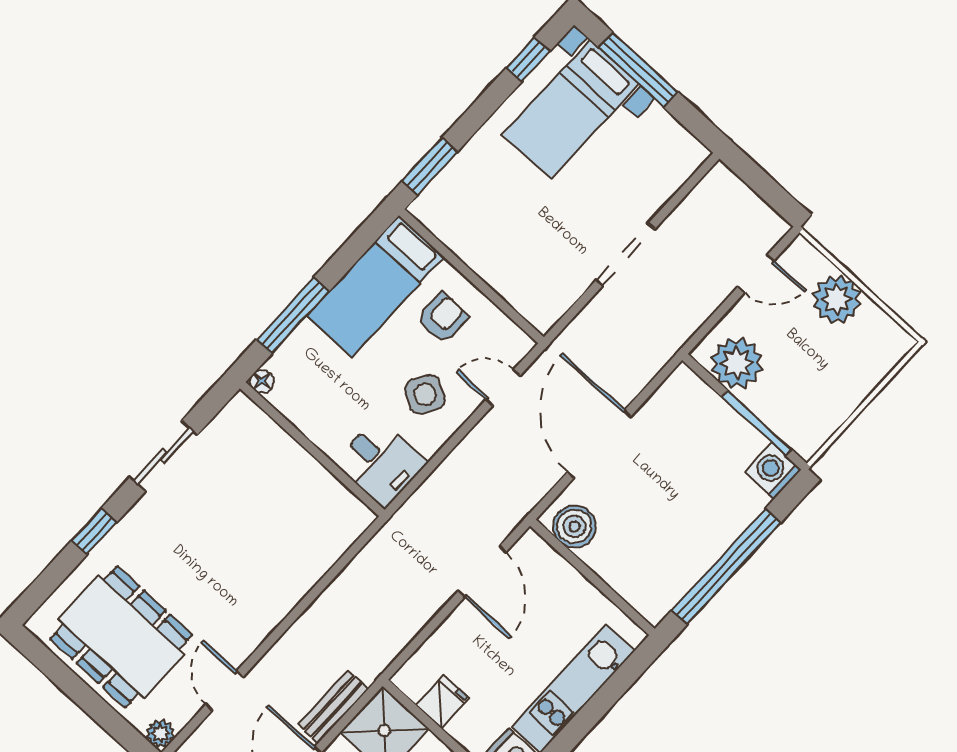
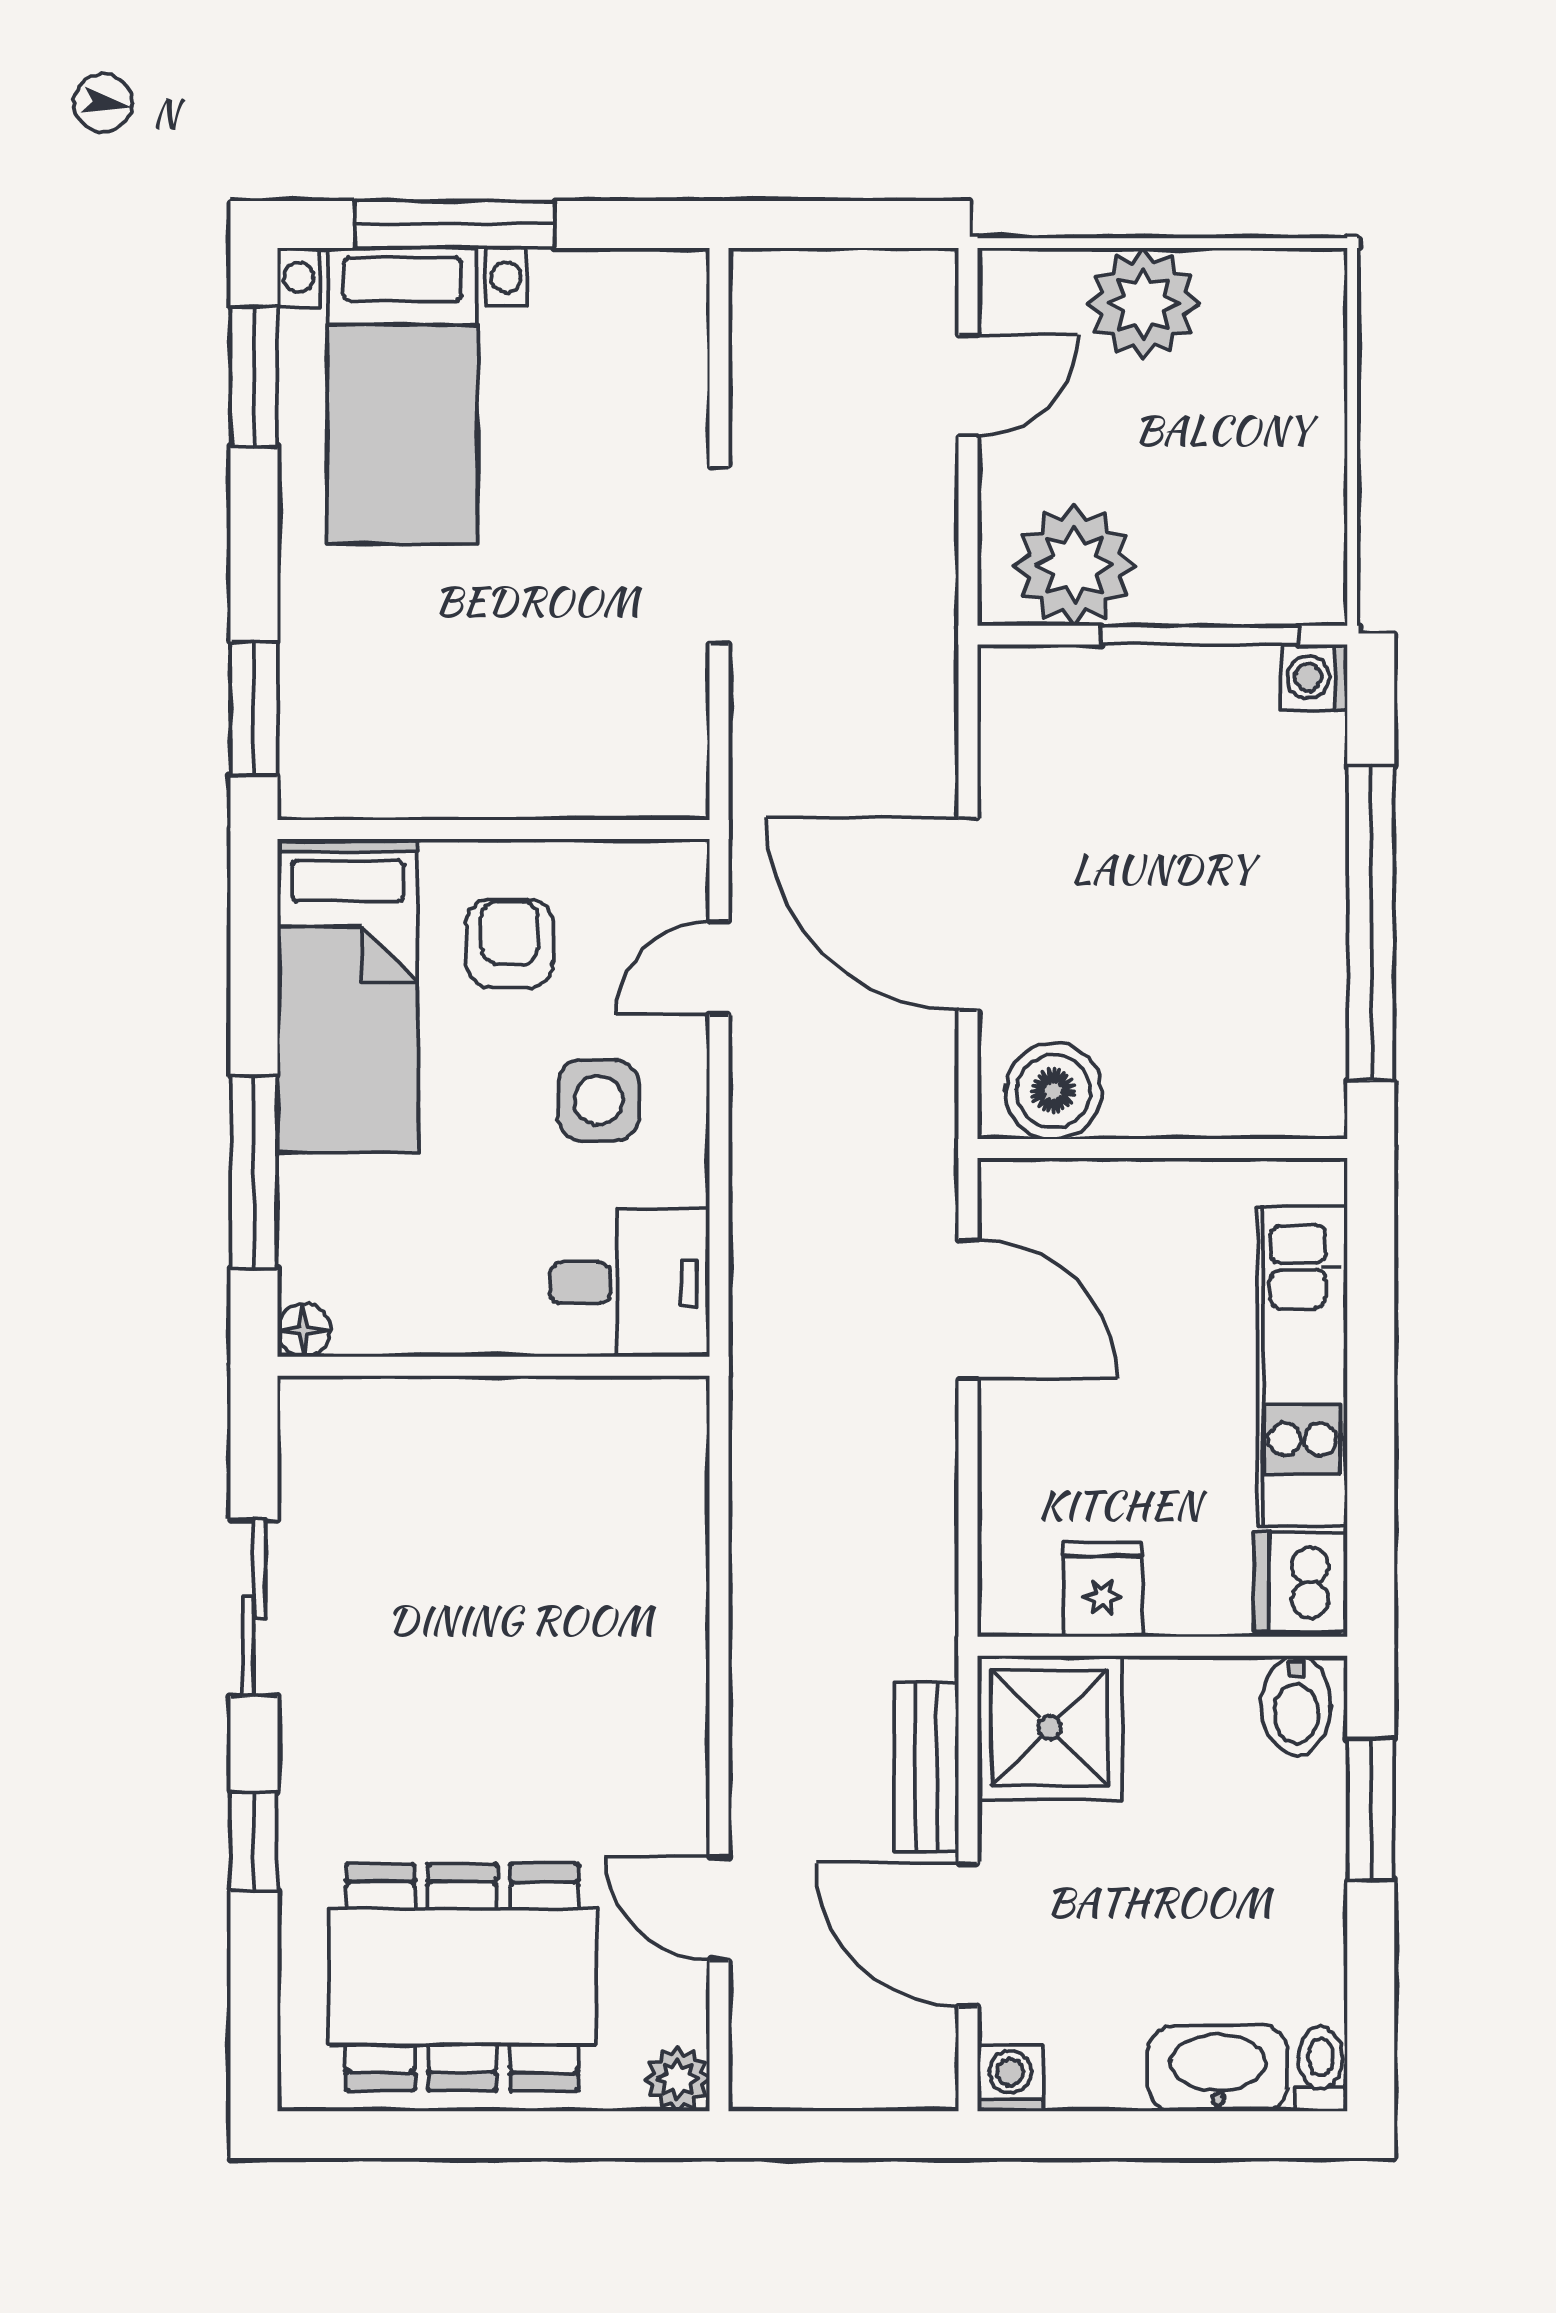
window: (528, 59) -> (254, 377), width x1.50
side table: (425, 394) -> (598, 1100), turned -31
washing machine: (773, 471) -> (1315, 677), width x0.73, depth x0.73

